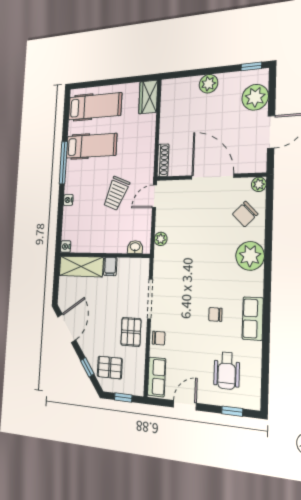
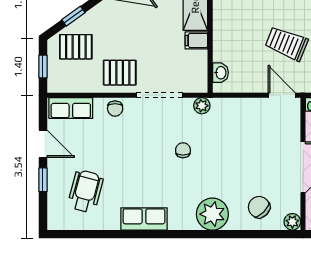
plant: (161, 239) -> (202, 106), moved
chair: (215, 314) -> (183, 150), moved
pallet: (110, 368) -> (76, 47), turned 90
wheelchair: (227, 371) -> (85, 191), turned 105
window: (232, 411) -> (43, 180), moved

